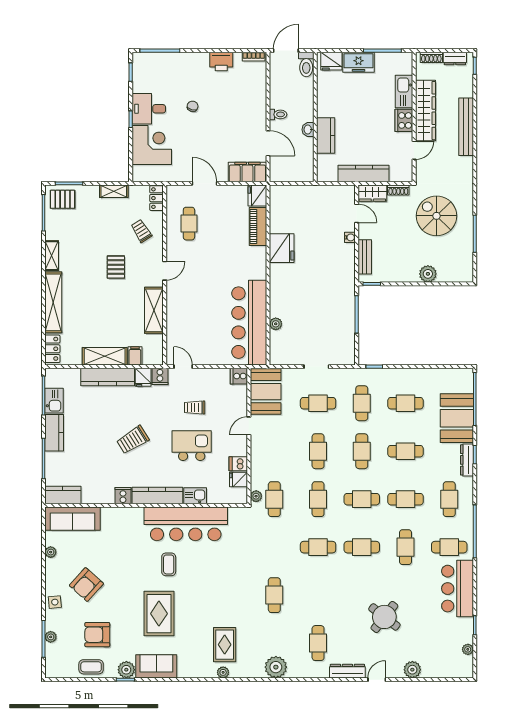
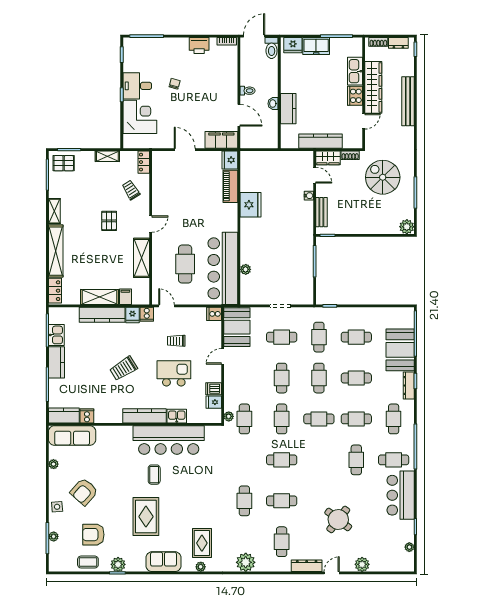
cafe table: (189, 224) -> (185, 264), moved, width x1.37, depth x1.35
plant: (428, 274) -> (407, 227), moved
cooker: (123, 496) -> (87, 416), moved
cafe table: (362, 547) -> (282, 501), moved
sofa: (156, 666) -> (163, 562), moved

